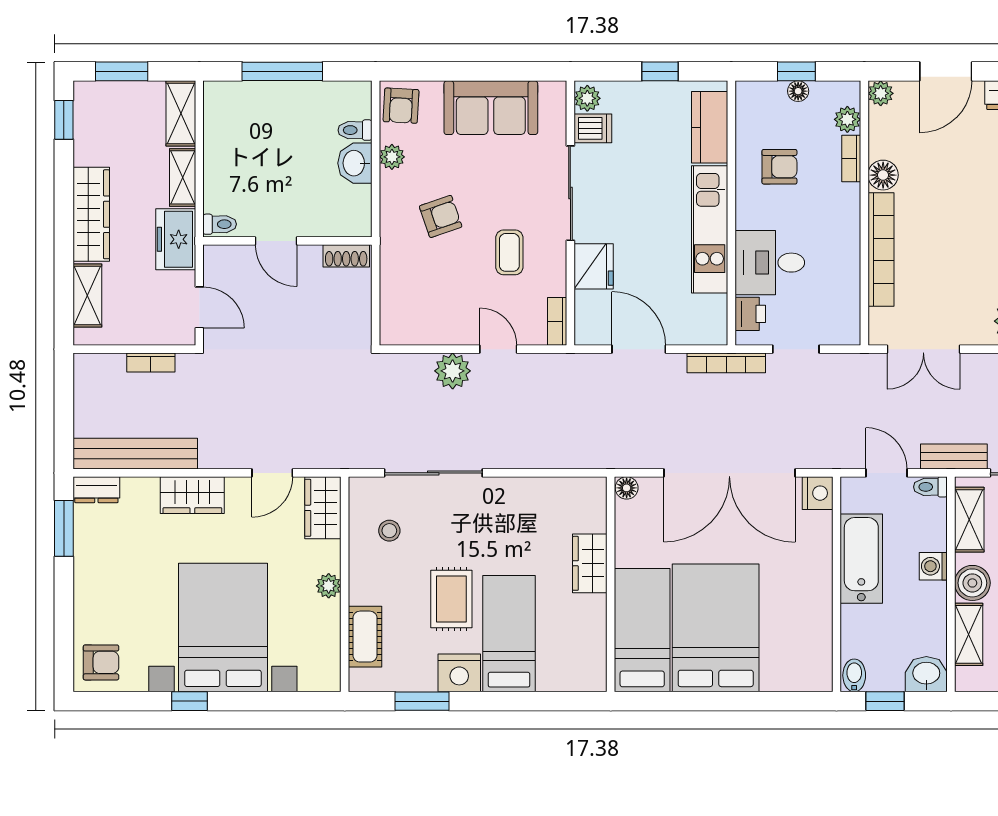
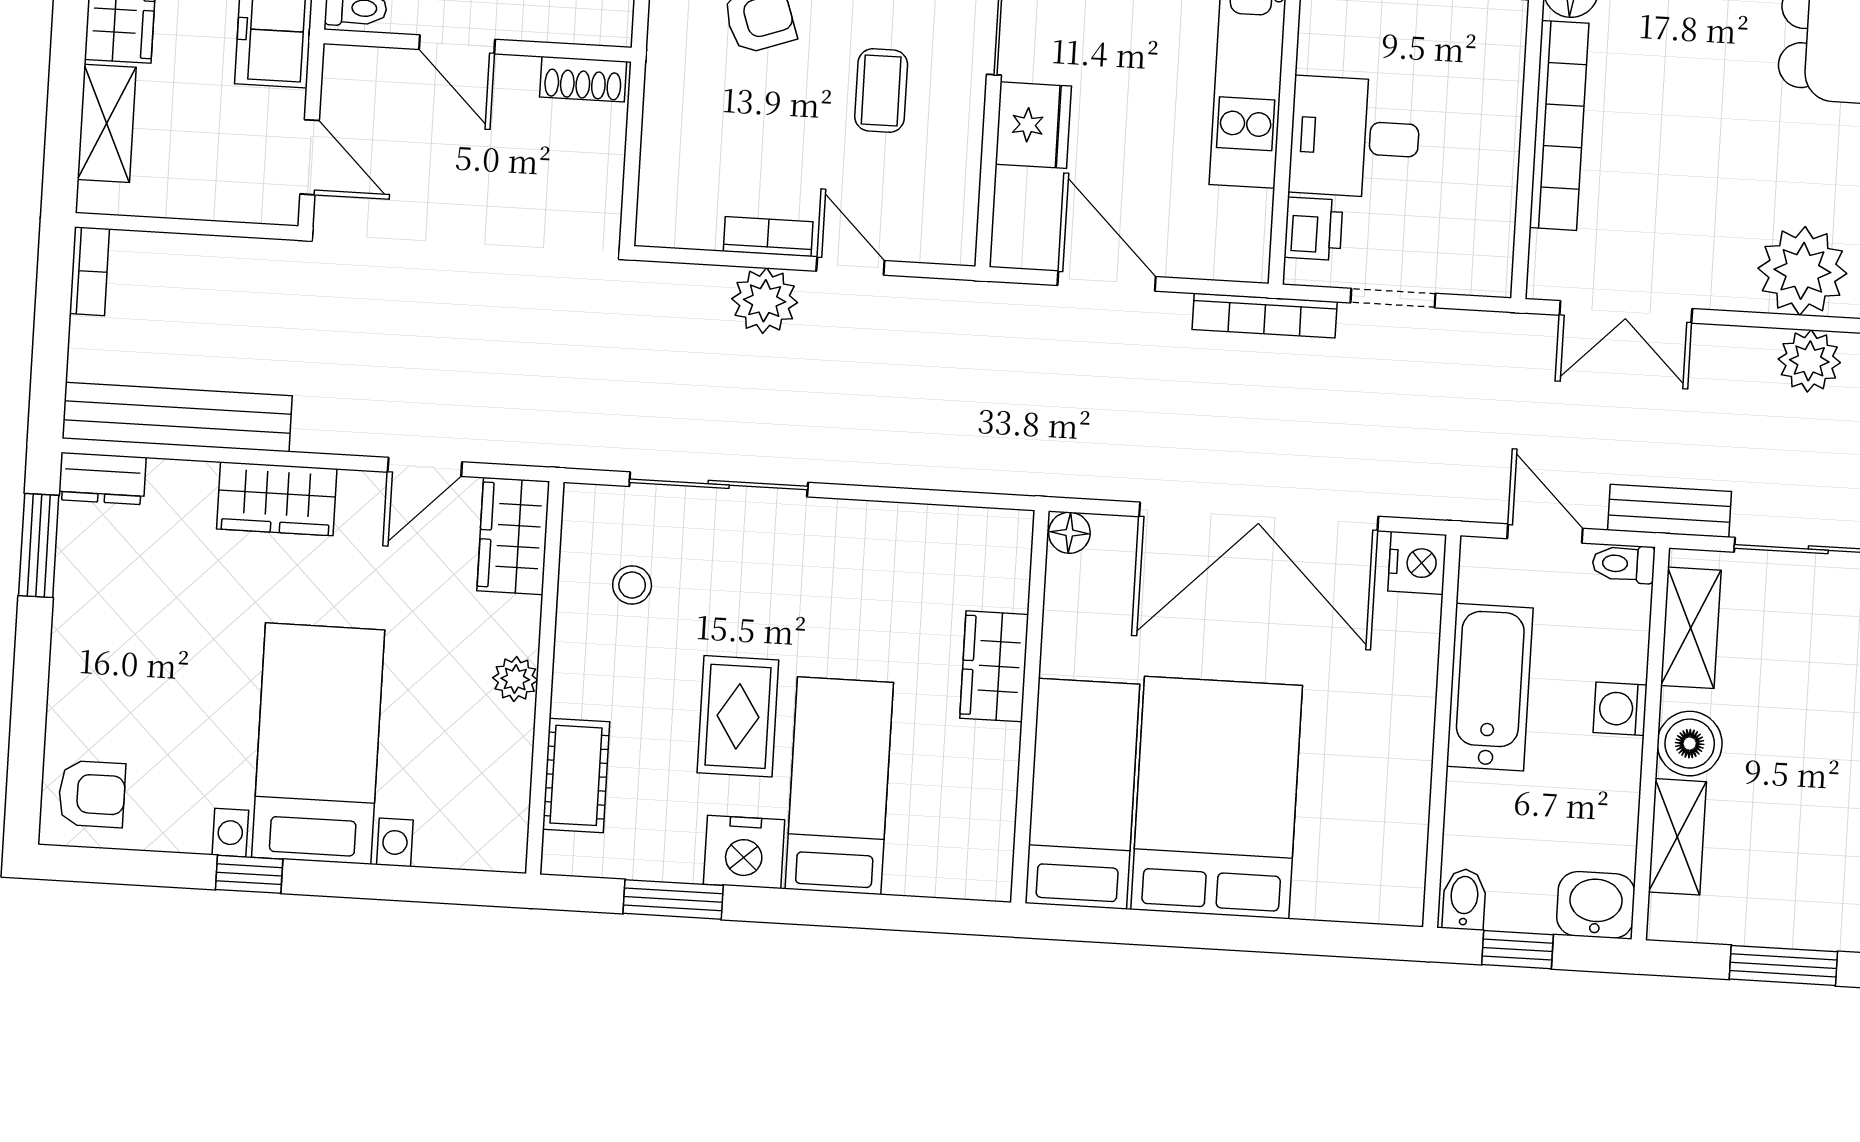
bookcase: (557, 321) -> (768, 237), moved, turned 90
bookcase: (151, 362) -> (89, 271), moved, turned -90
bed with nightstands: (223, 628) -> (318, 744), width x0.73

